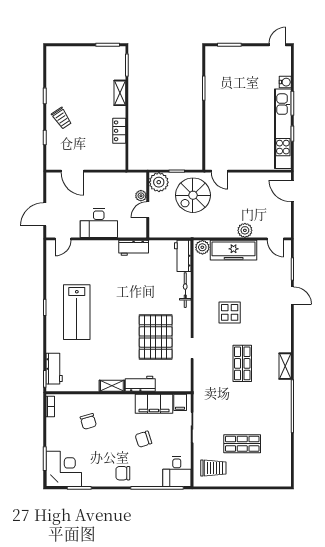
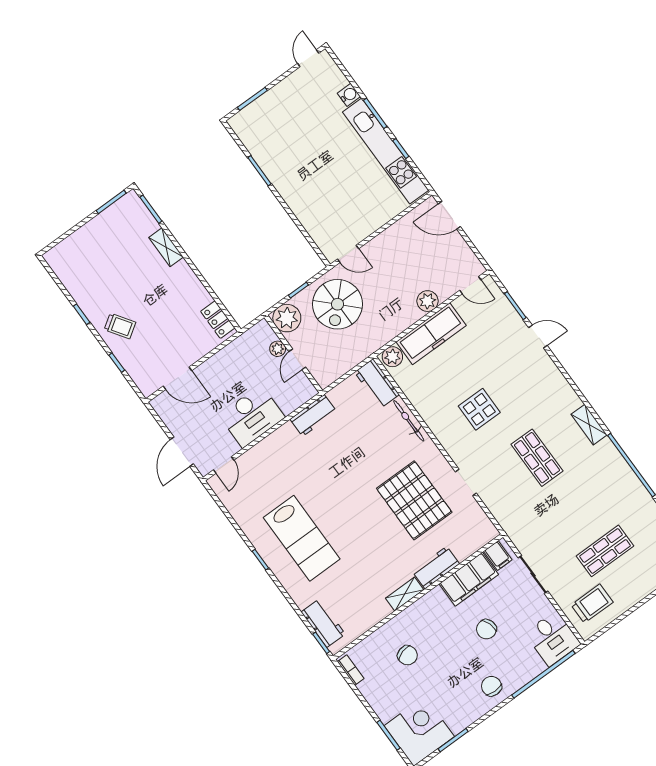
locker: (119, 131) -> (218, 320), moved
chair: (123, 473) -> (491, 686), turned 90

